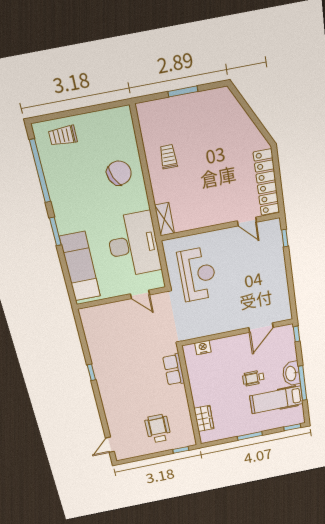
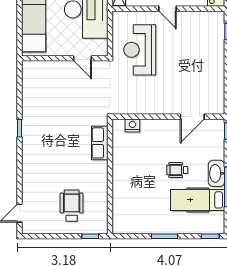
door: (247, 221) -> (167, 9), moved
reception desk: (198, 274) -> (140, 50), turned 180
wardrobe: (204, 418) -> (120, 205), removed

